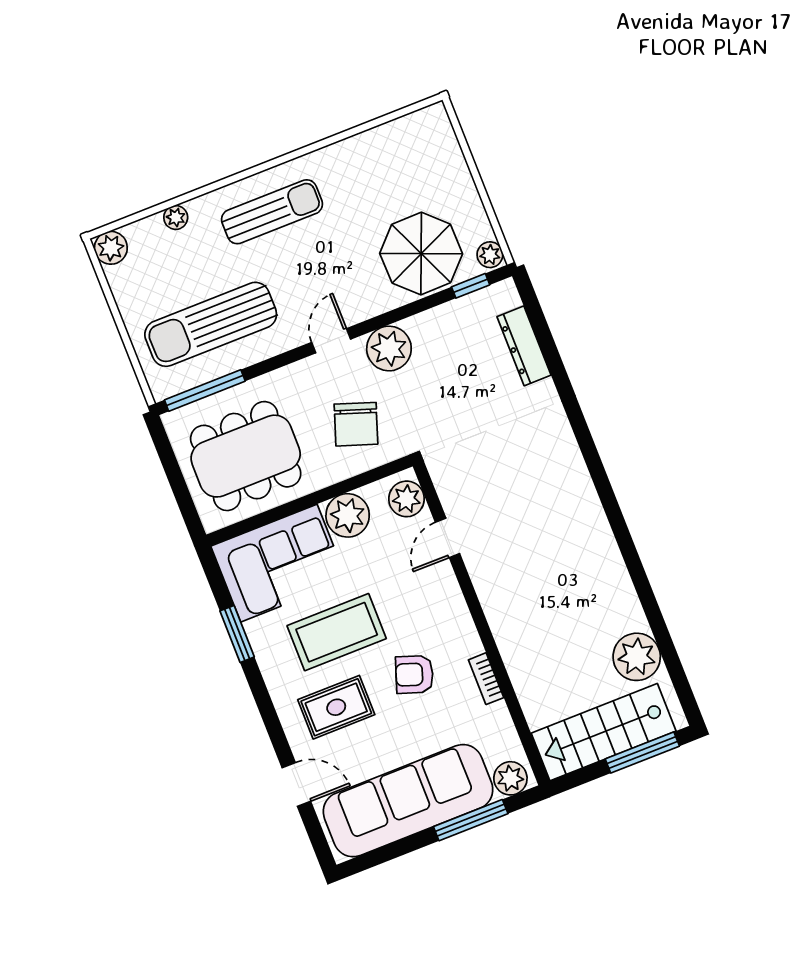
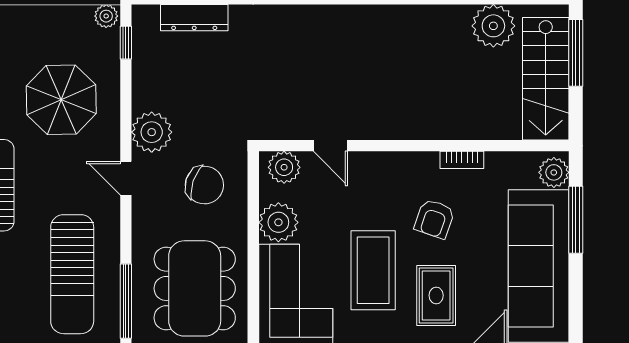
parasol: (421, 254) -> (61, 100), moved

